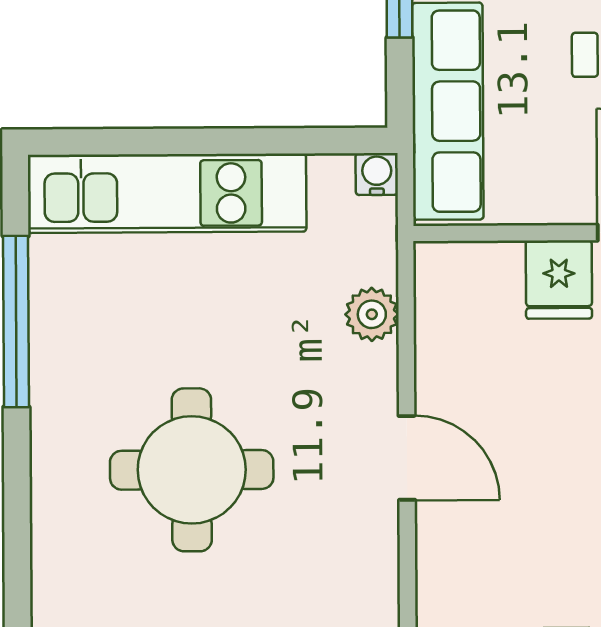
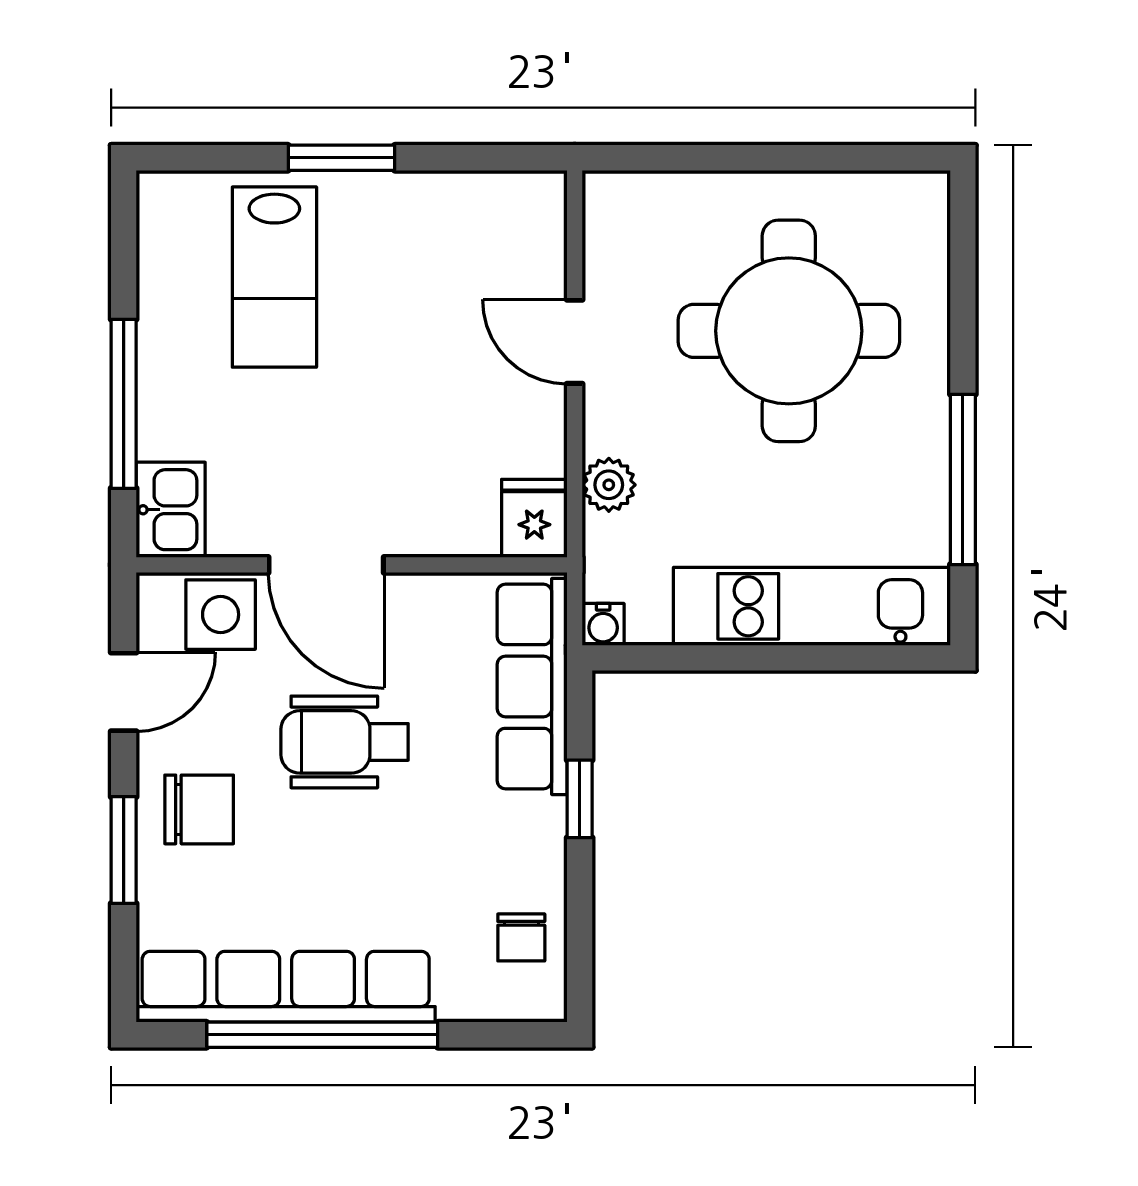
fridge: (559, 280) -> (534, 518), moved
round table: (192, 470) -> (789, 331), width x1.36, depth x1.36

